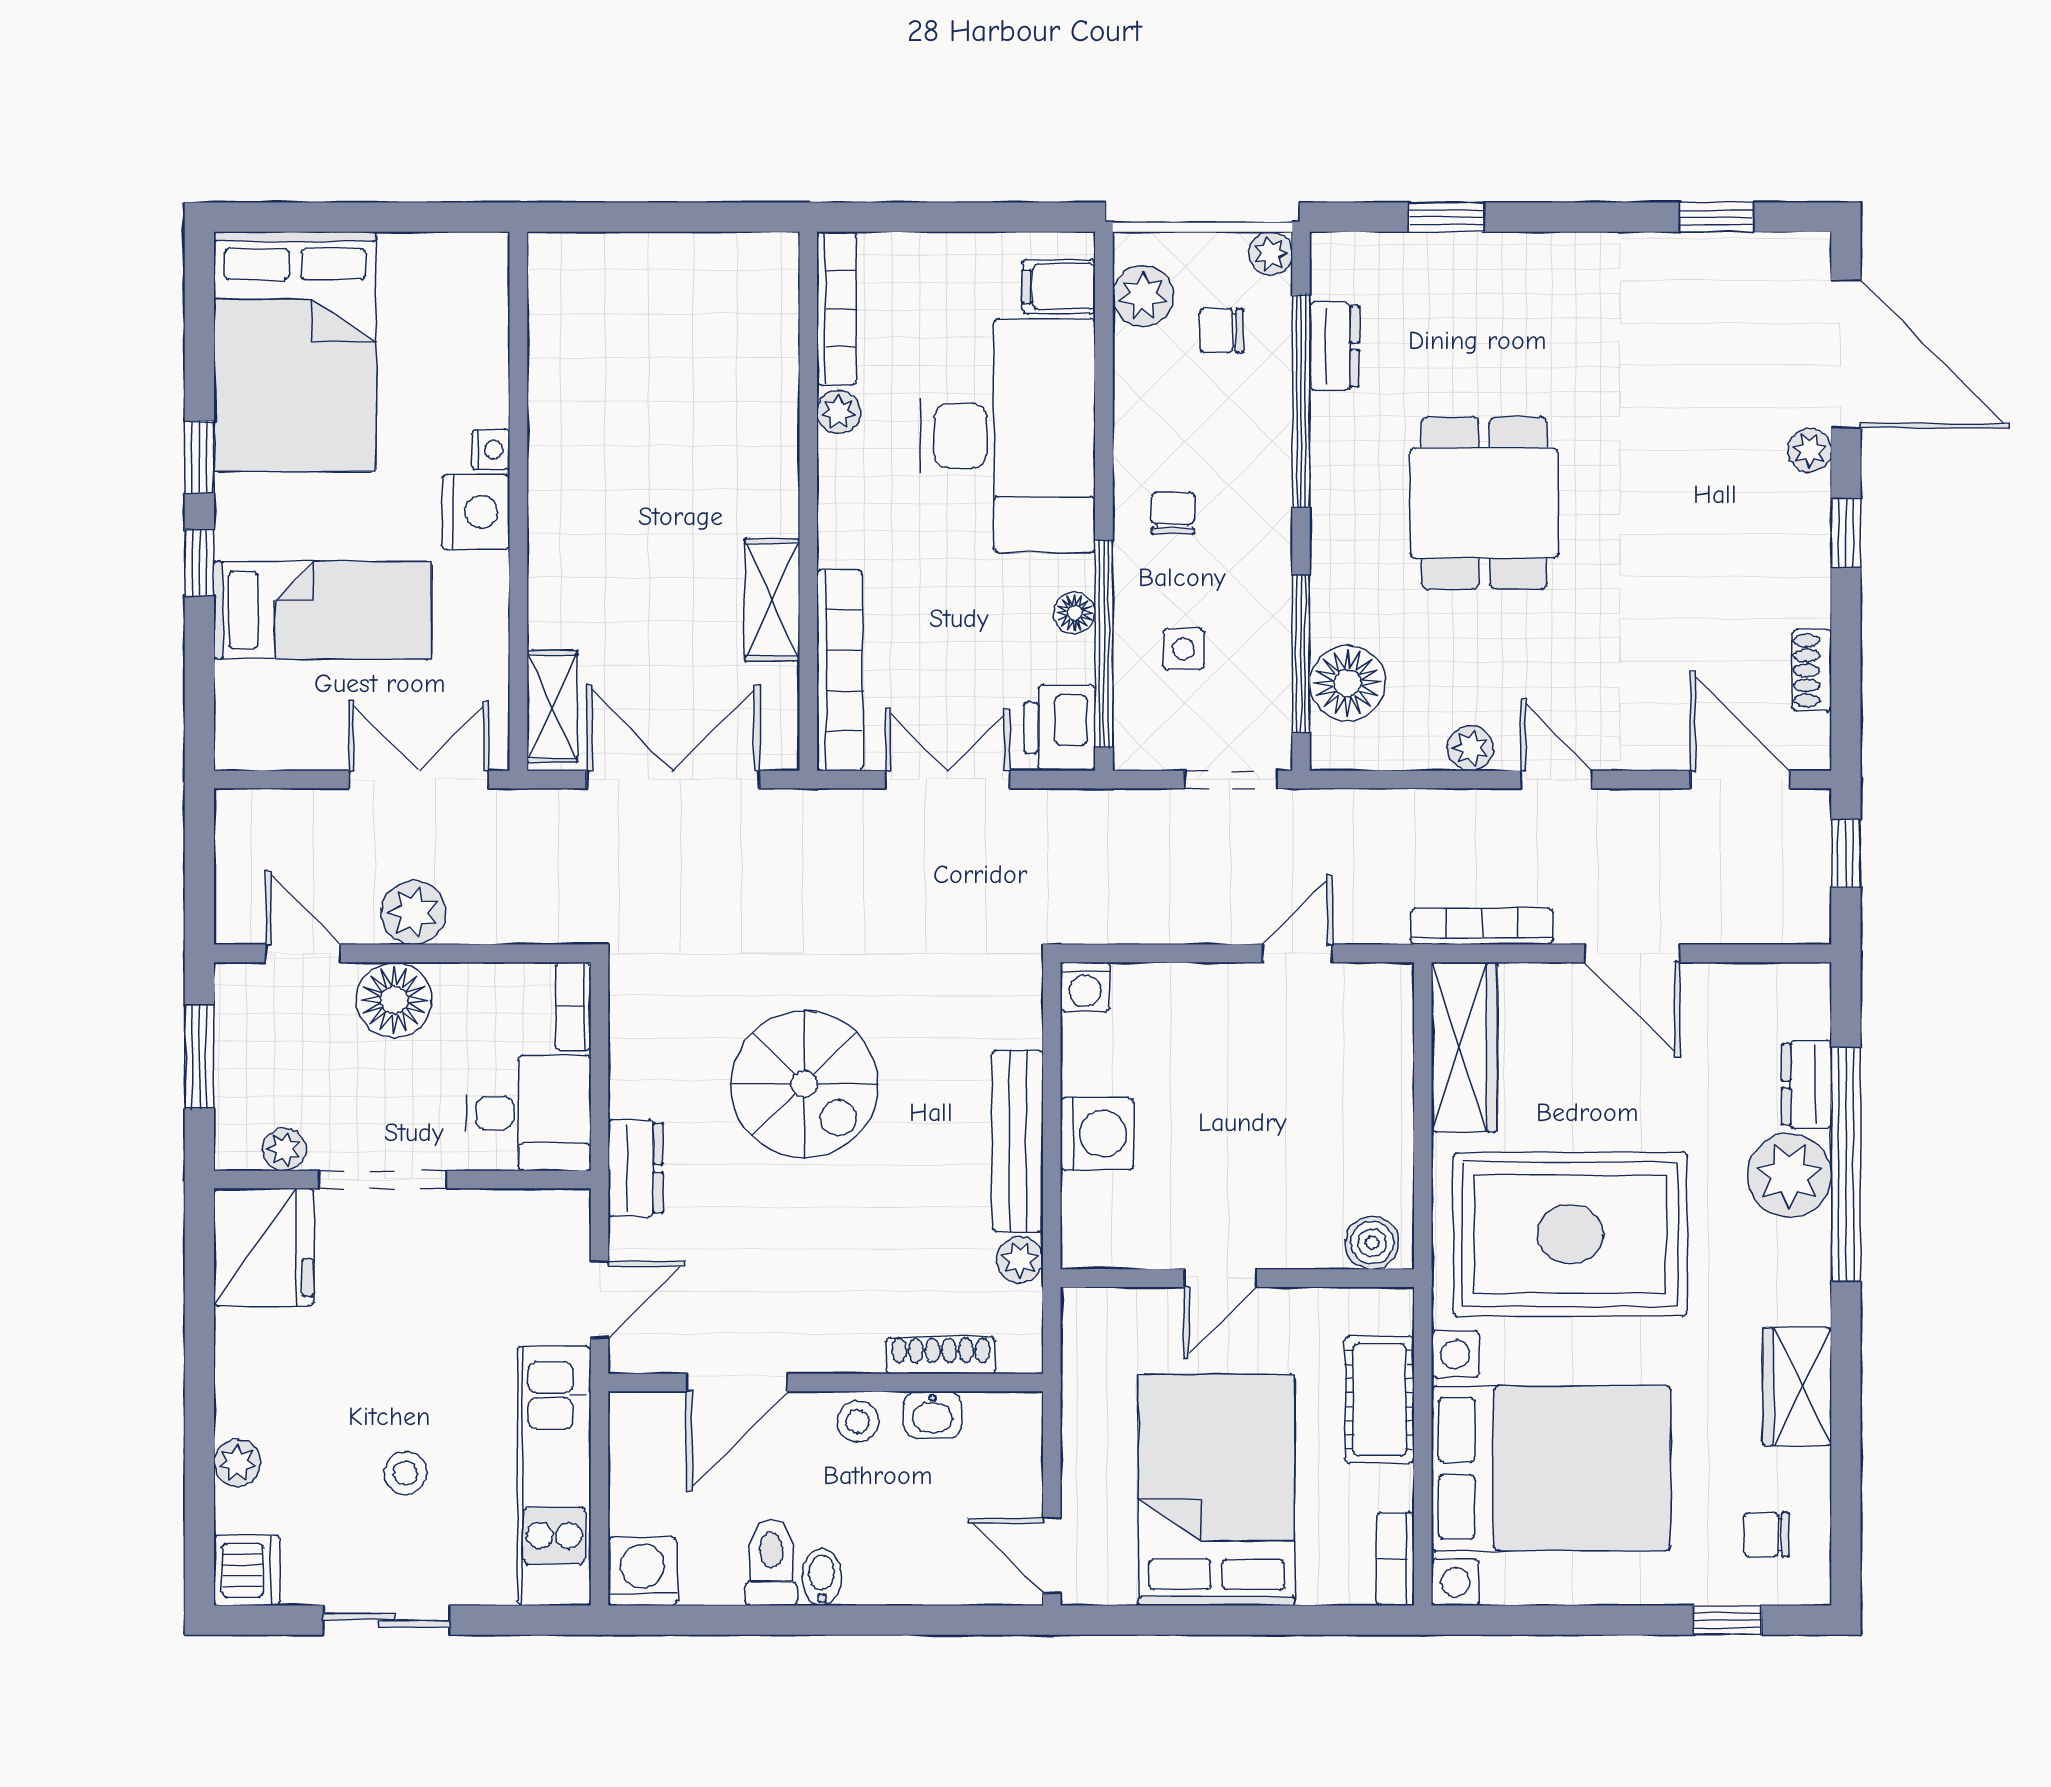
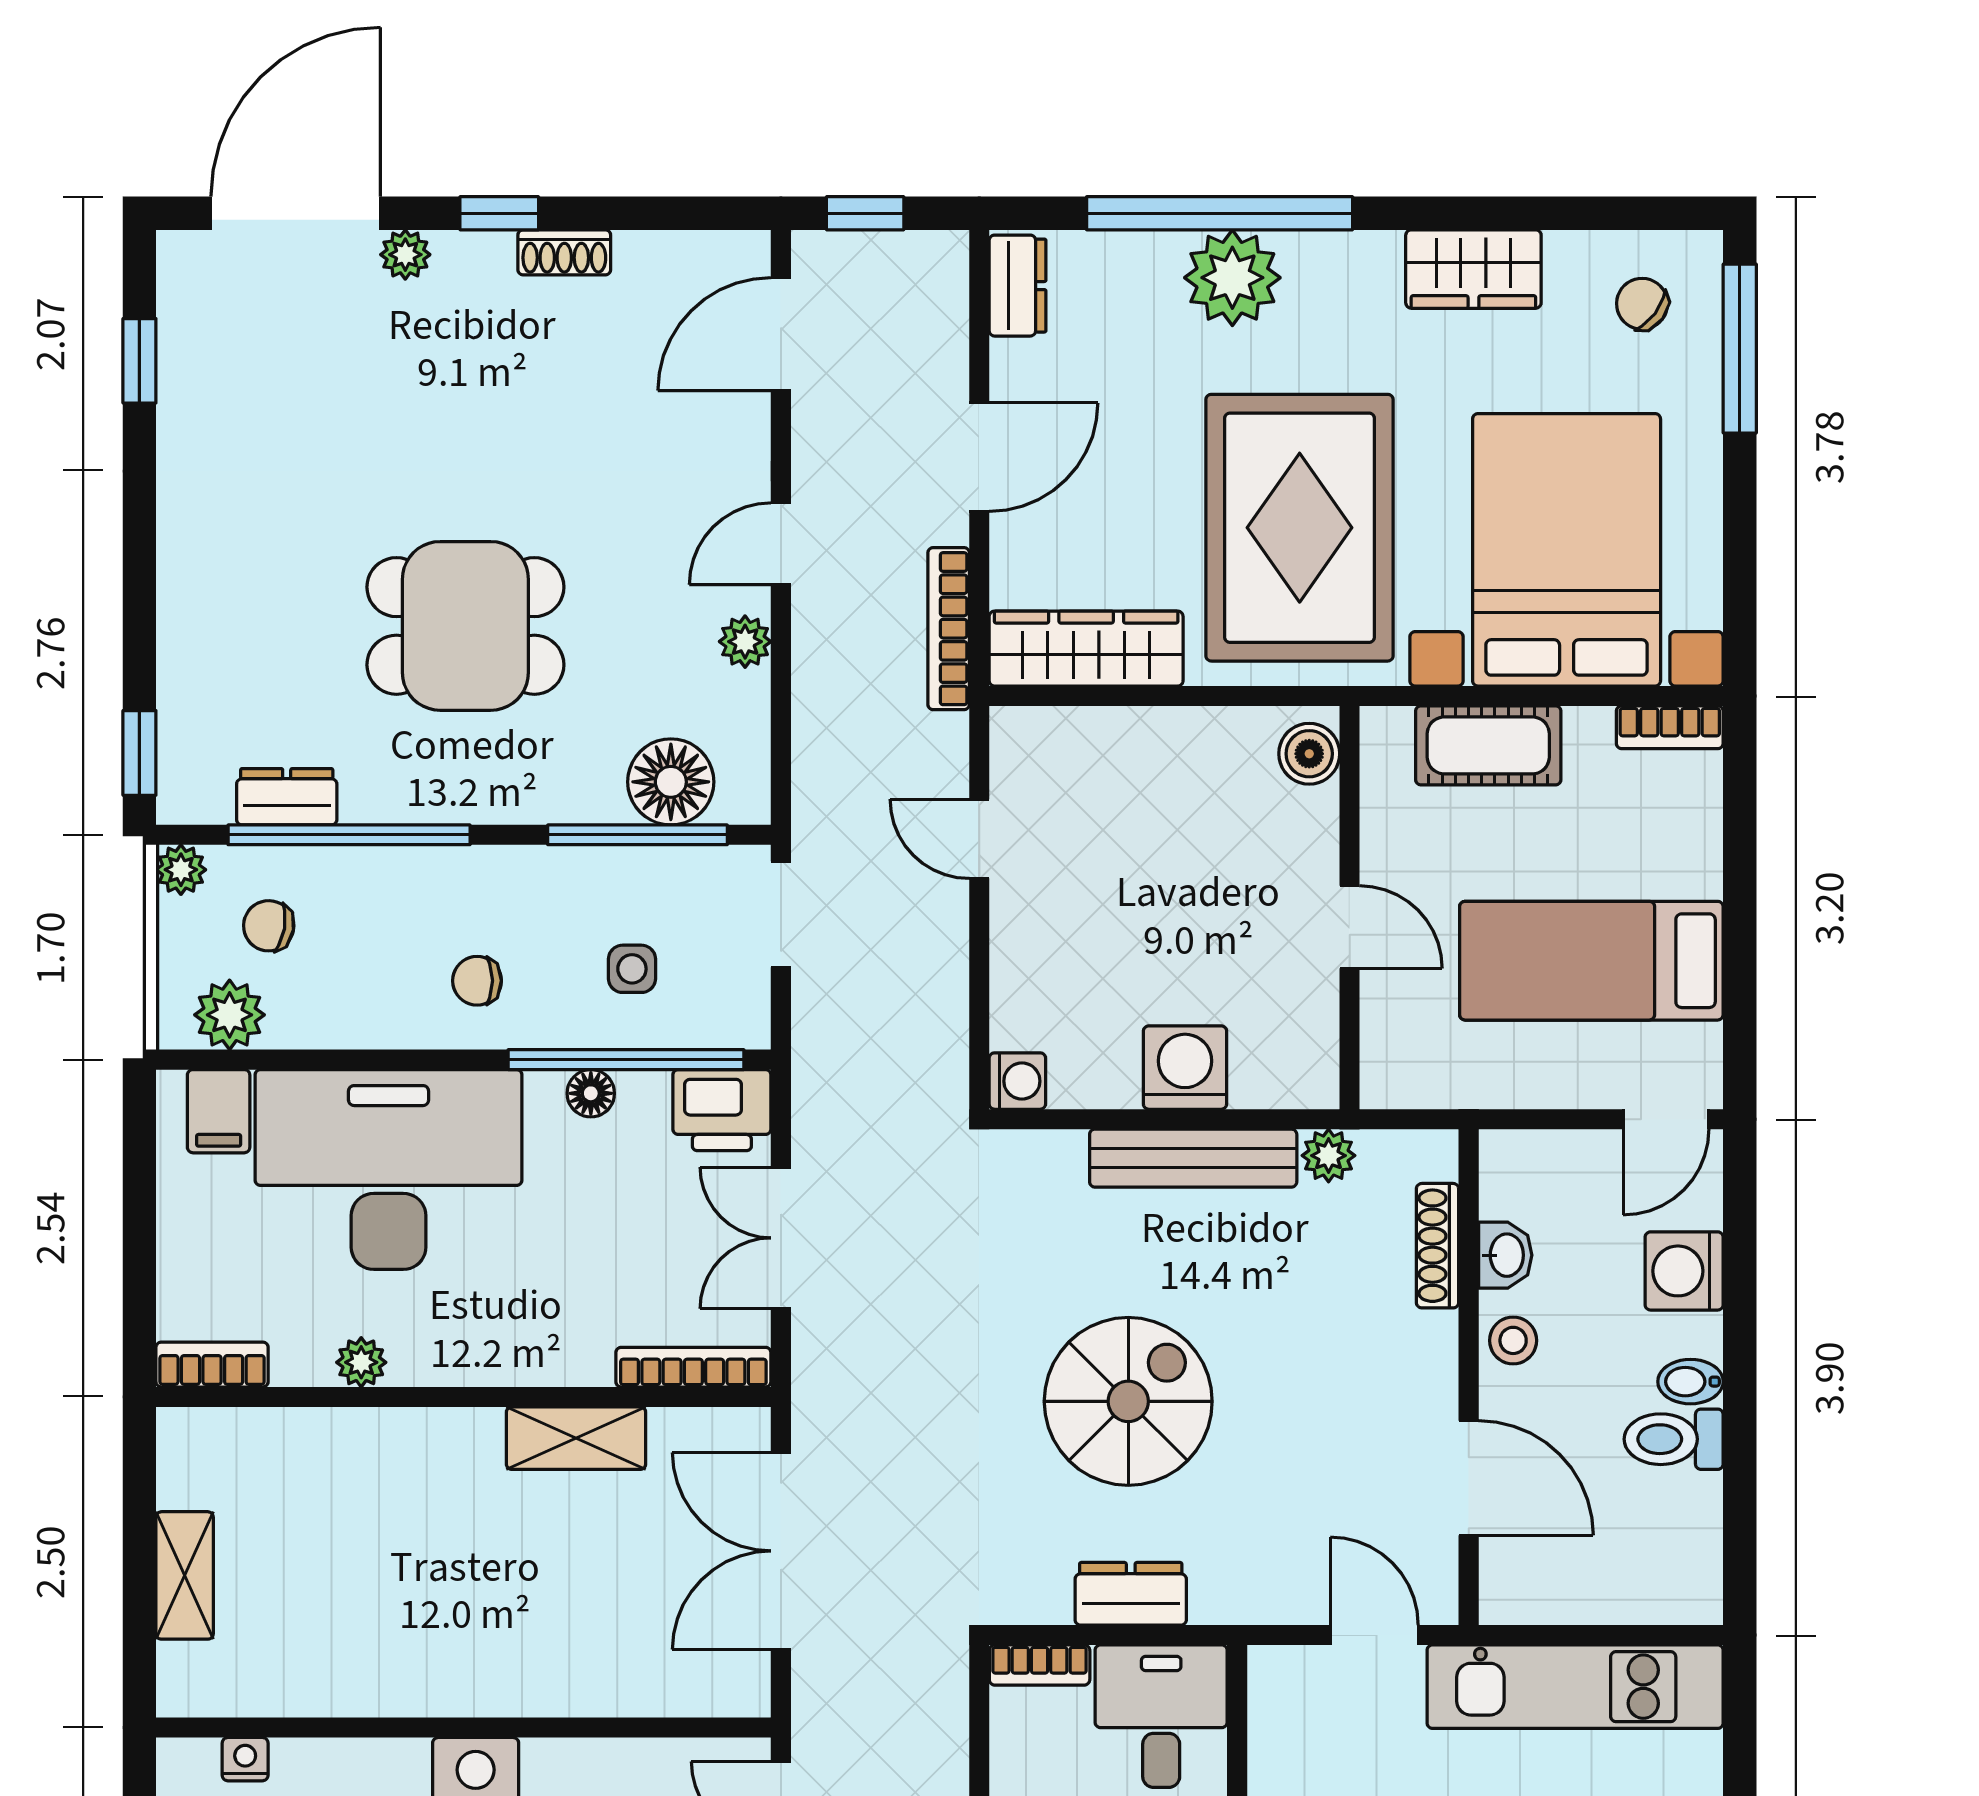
window: (1446, 217) -> (139, 753), moved
bookcase: (837, 308) -> (212, 1365), width x0.64
chair: (1221, 331) -> (269, 926), turned 100
nightstand: (491, 450) -> (245, 1759), moved
bookcase: (840, 670) -> (693, 1367), width x0.68, depth x0.76
shoe rack: (1812, 670) -> (564, 252), moved
shelving: (552, 706) -> (185, 1575), moved, turned 90
dresser: (1807, 1084) -> (1018, 286), moved, turned -90
dresser: (636, 1168) -> (1131, 1594), moved
bed: (1217, 1490) -> (1591, 961), width x0.67
chair: (1767, 1534) -> (1642, 304), turned 127
washing machine: (642, 1571) -> (1684, 1271), moved
window: (1727, 1620) -> (1740, 349), width x2.17

